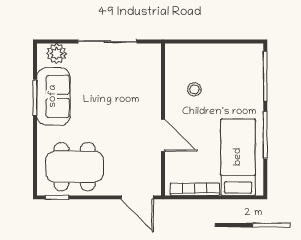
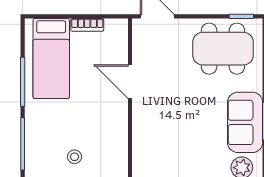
stool: (194, 89) -> (75, 157), moved
bookcase: (195, 189) -> (87, 25), width x0.64

